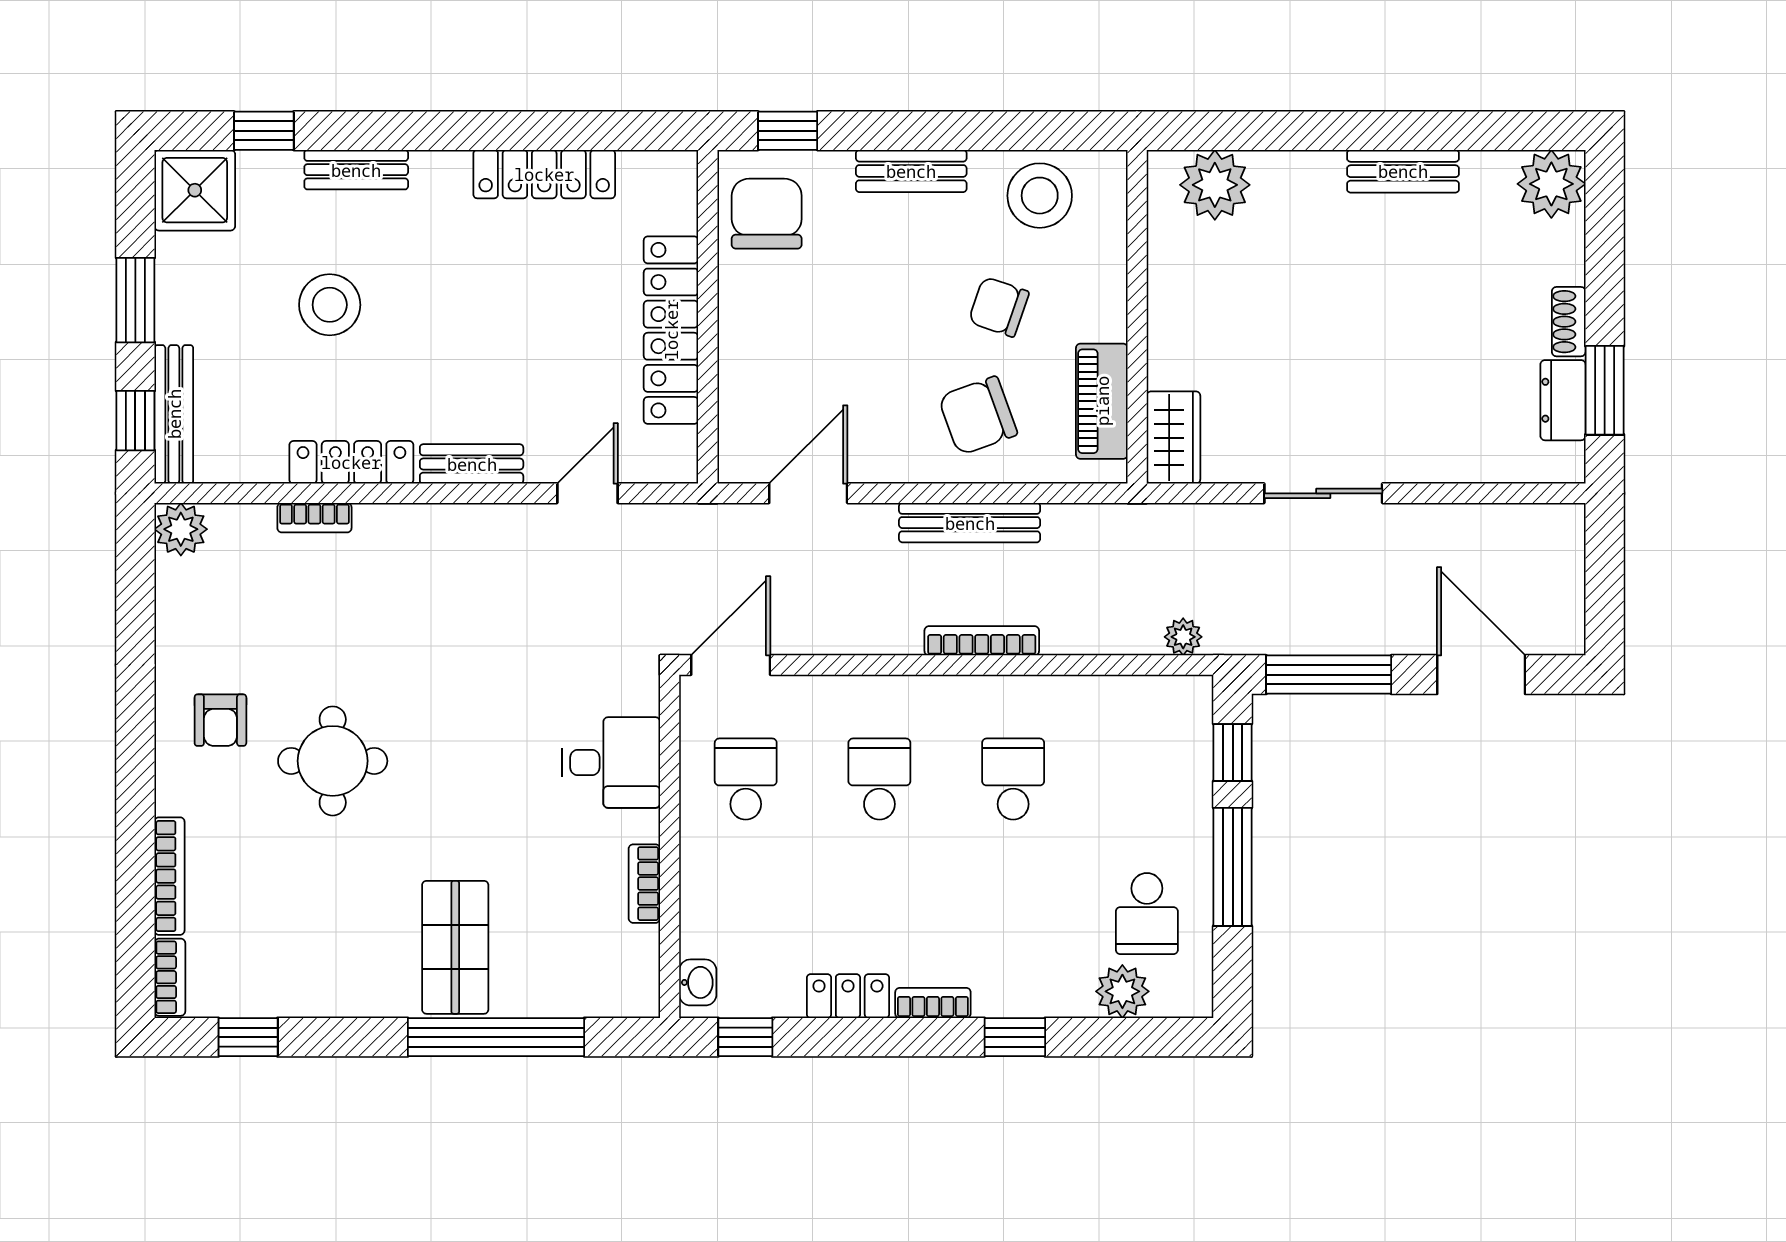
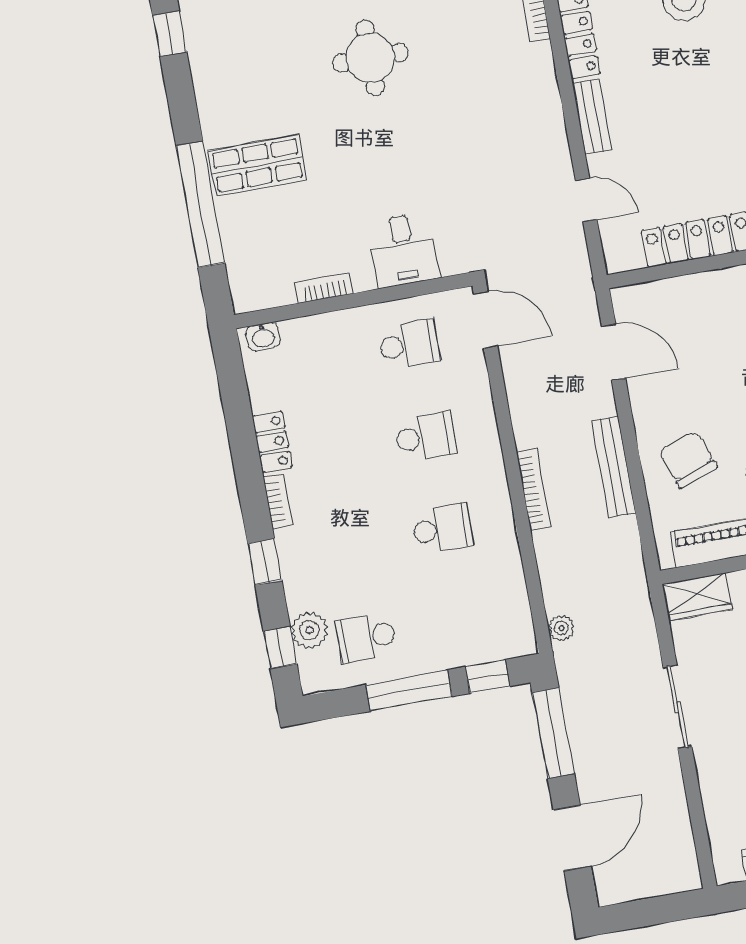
window: (745, 1037) -> (280, 648), moved

